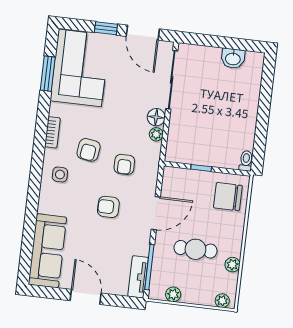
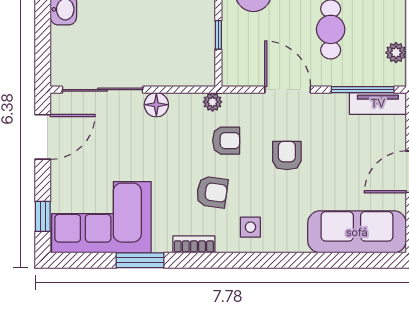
window: (106, 28) -> (43, 216), moved
window: (48, 74) -> (140, 260), moved
plant: (156, 134) -> (213, 102), moved
armchair: (108, 207) -> (287, 156), turned 180

